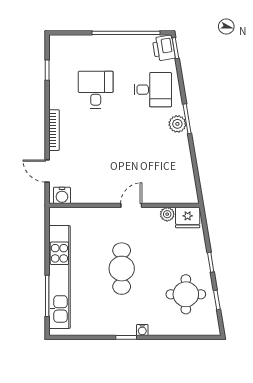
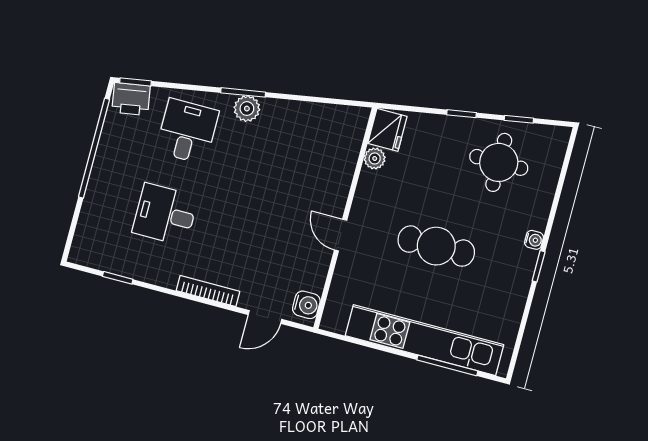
door: (131, 205) -> (341, 235), moved

